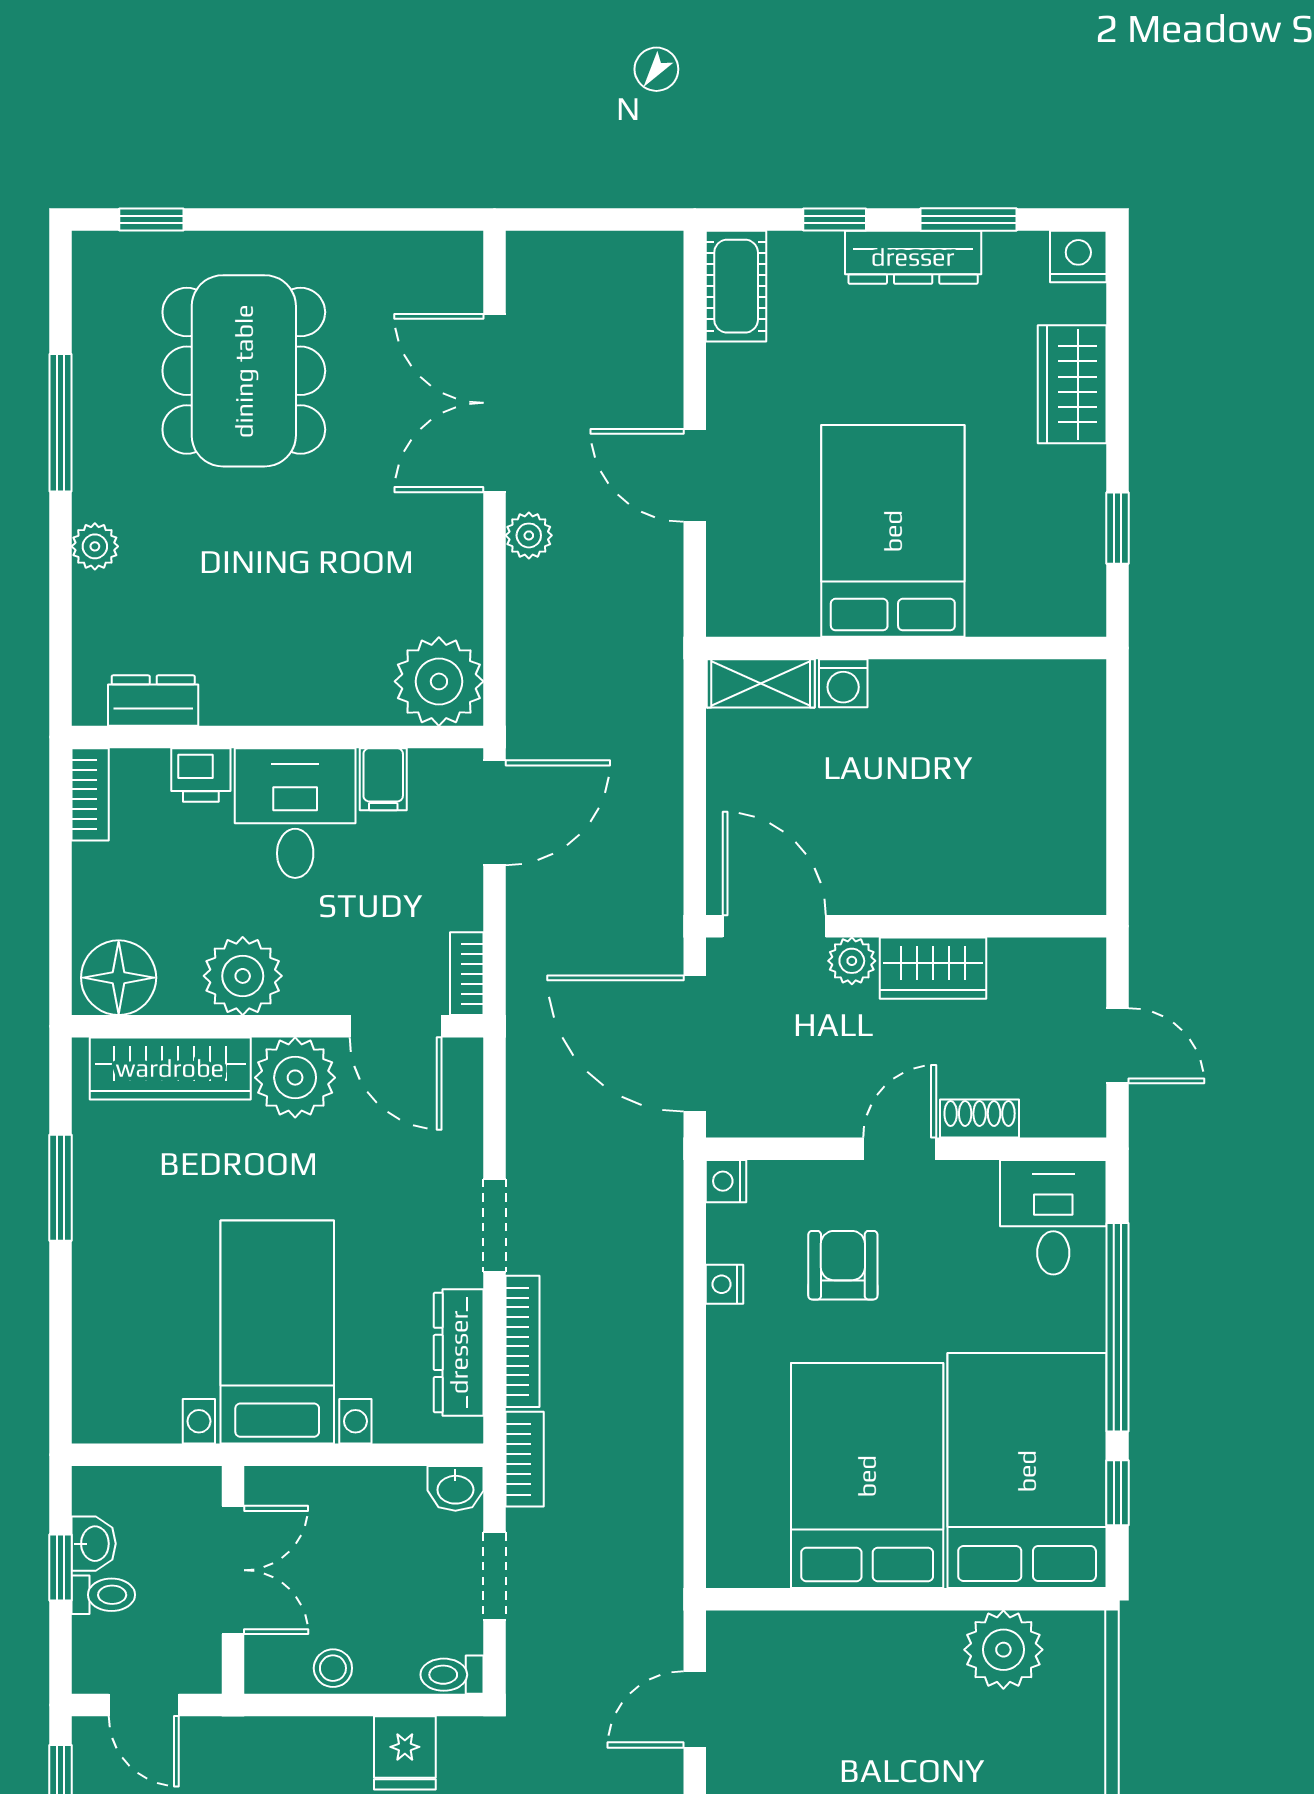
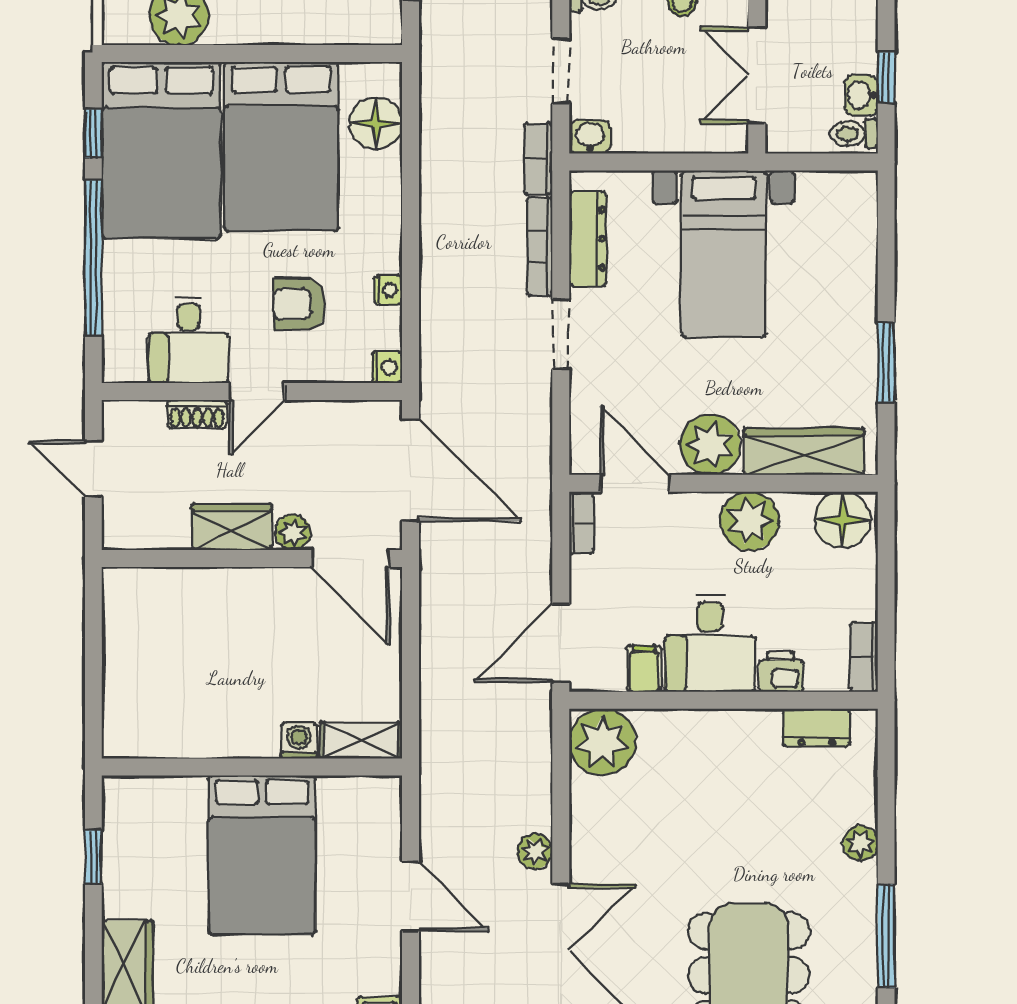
desk: (1053, 1217) -> (189, 340), moved
armchair: (843, 1265) -> (299, 304), turned 90
floor lamp: (741, 1506) -> (376, 123), added
toilet: (103, 1595) -> (854, 134), moved

